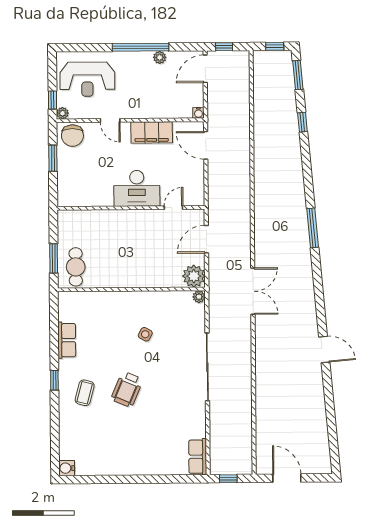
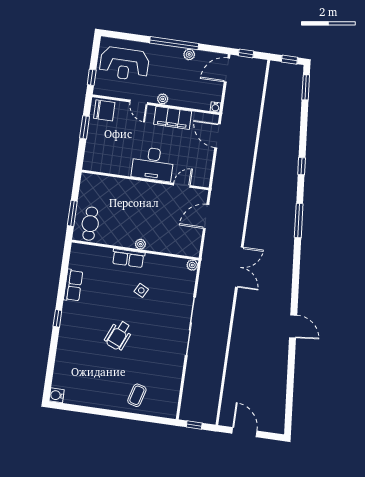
plant: (62, 113) -> (163, 99), moved
window: (302, 122) -> (302, 166), moved
chair: (72, 136) -> (104, 110), turned -90
plant: (194, 276) -> (140, 244), moved, width x0.53, depth x0.53
coffee table: (85, 393) -> (137, 395), moved
row of seats: (198, 457) -> (128, 258), moved, turned -90

